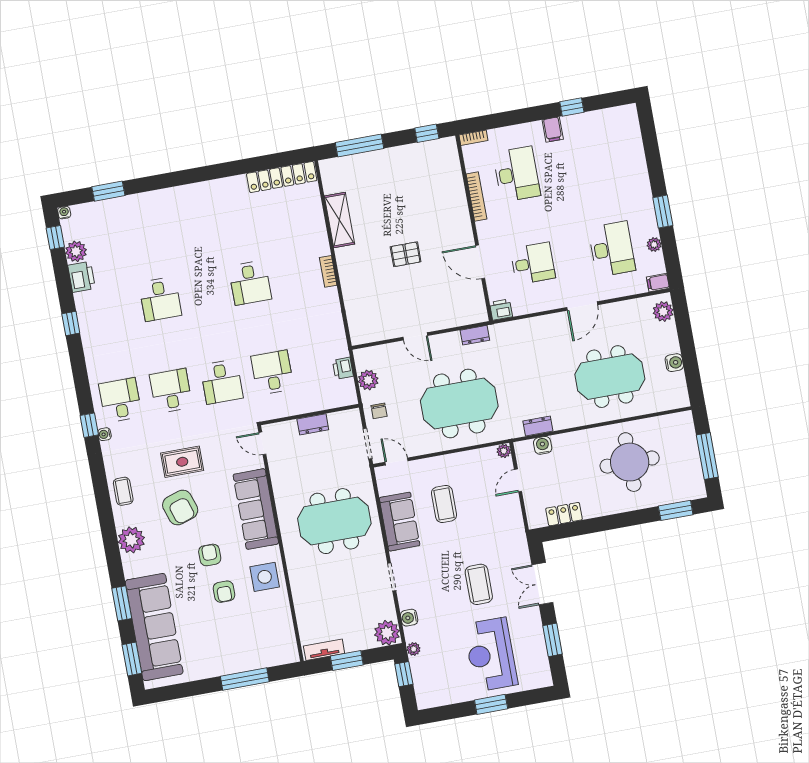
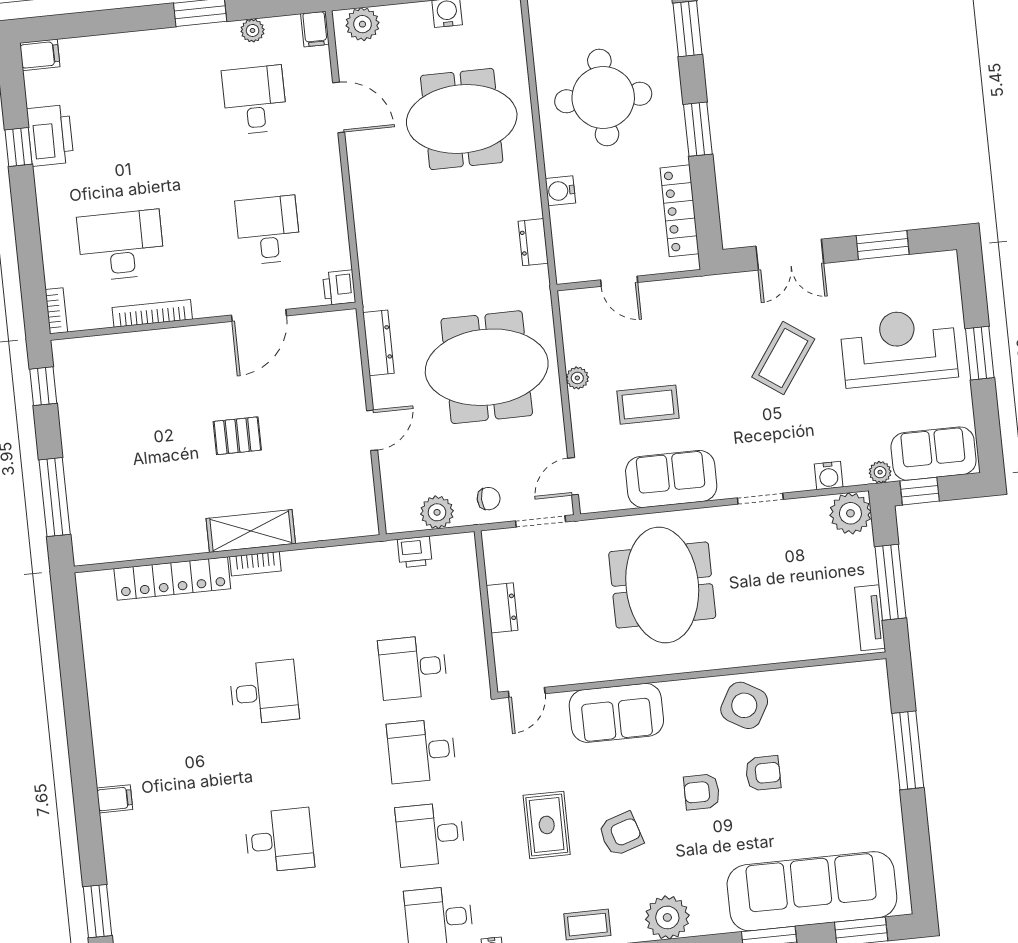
printer: (580, 126) -> (50, 135), added
filing cabinet: (553, 129) -> (40, 55), moved
locker: (282, 177) -> (172, 579), moved, turned 90
filing cabinet: (178, 196) -> (115, 799), added
shelving: (339, 220) -> (251, 531), moved
desk: (612, 249) -> (254, 100), width x0.73
pallet: (406, 254) -> (237, 436), turned 90
door: (582, 306) -> (339, 107), moved
dresser: (475, 335) -> (379, 343), width x1.44
meeting table: (610, 377) -> (462, 119), turned 90
desk: (222, 382) -> (421, 751), turned 180
meeting table: (459, 404) -> (487, 367), turned 90
water cooler: (543, 445) -> (560, 191), moved
plant: (504, 451) -> (577, 378), moved
armchair: (180, 508) -> (621, 834), width x0.72, depth x0.72
sofa: (256, 509) -> (616, 713), width x0.73
locker: (564, 514) -> (680, 211), width x1.53
window: (615, 521) -> (698, 129), added
side table: (265, 577) -> (744, 705), turned 30
coffee table: (479, 584) -> (783, 358), turned -55
reception desk: (491, 655) -> (899, 348), turned 180
window: (347, 661) -> (890, 582), width x1.44
sofa: (427, 681) -> (934, 454), added

